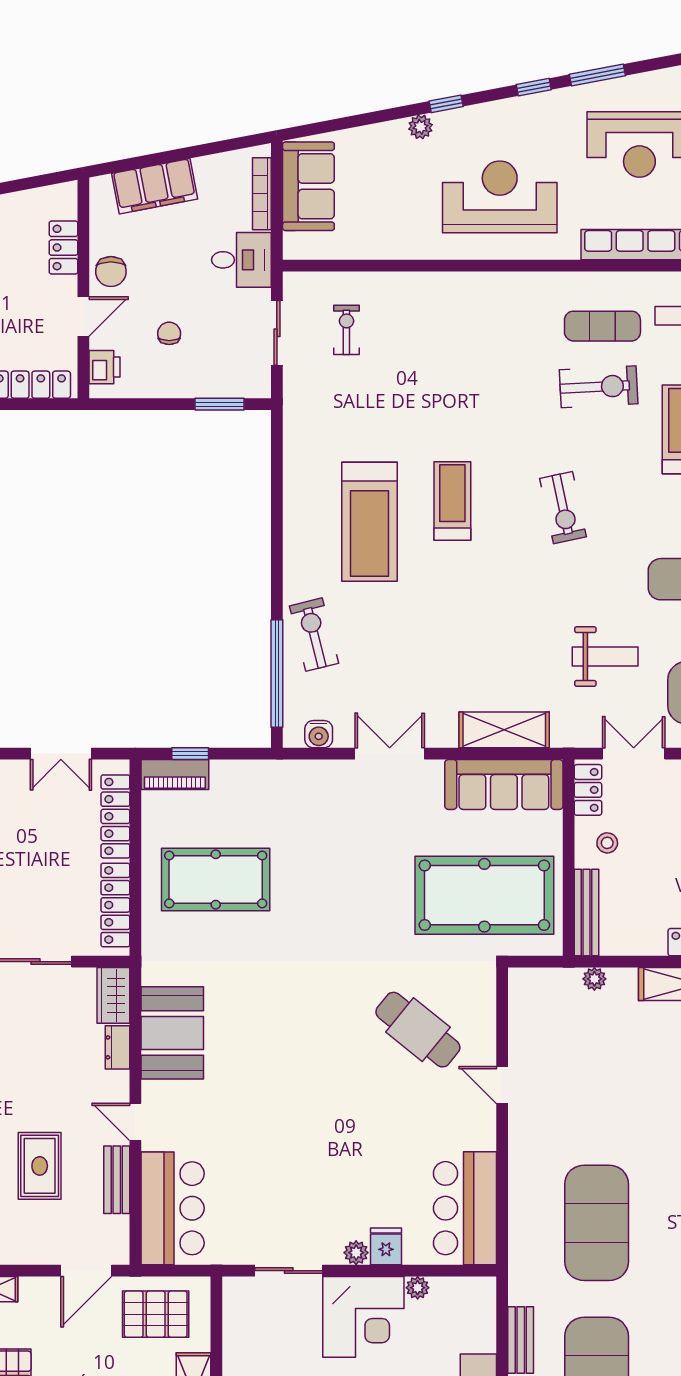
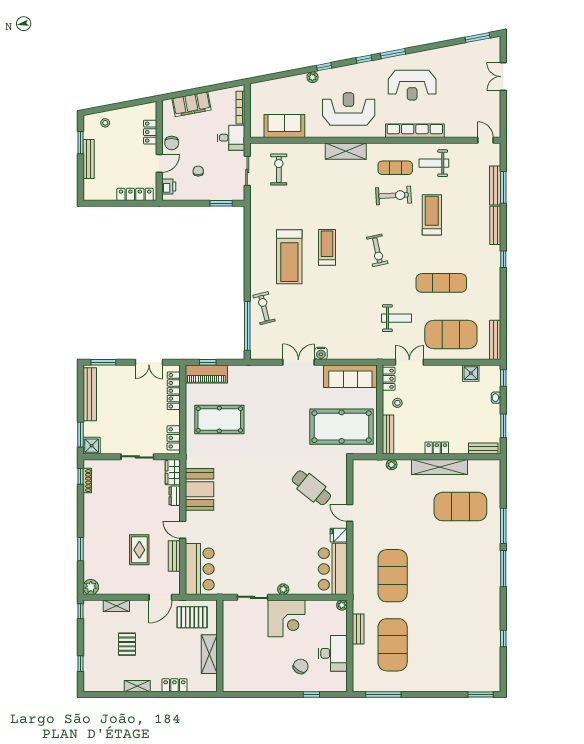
sofa: (308, 186) -> (284, 126), moved, turned -90
exercise bike: (346, 330) -> (279, 170), width x1.38, depth x1.39
shelving: (504, 730) -> (346, 151), moved
water cooler: (319, 734) -> (321, 353), moved
piano: (175, 774) -> (206, 374), width x1.37, depth x1.33
locker: (115, 905) -> (174, 438), width x0.66
fridge: (386, 1246) -> (339, 535), moved, turned -90
plant: (418, 1288) -> (342, 605), moved

